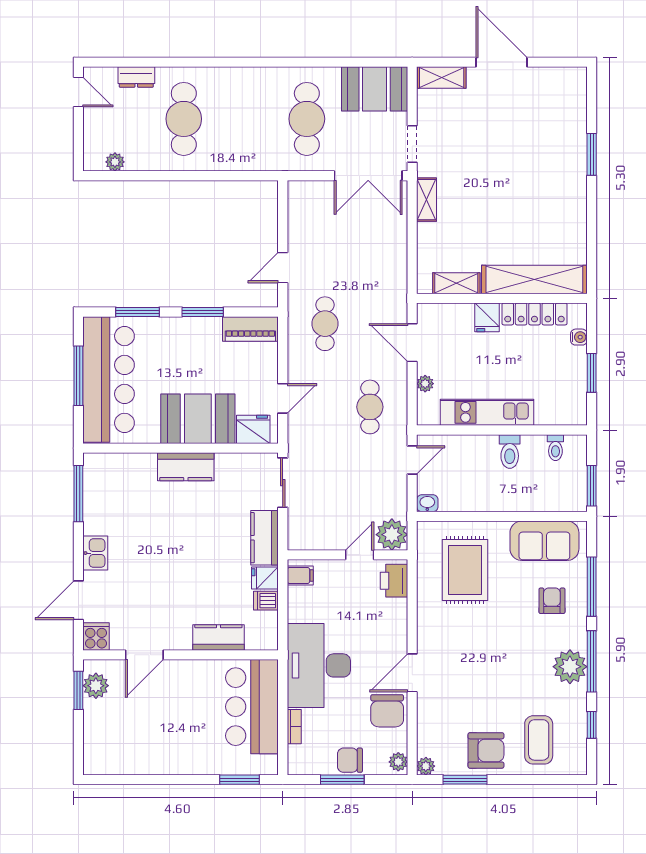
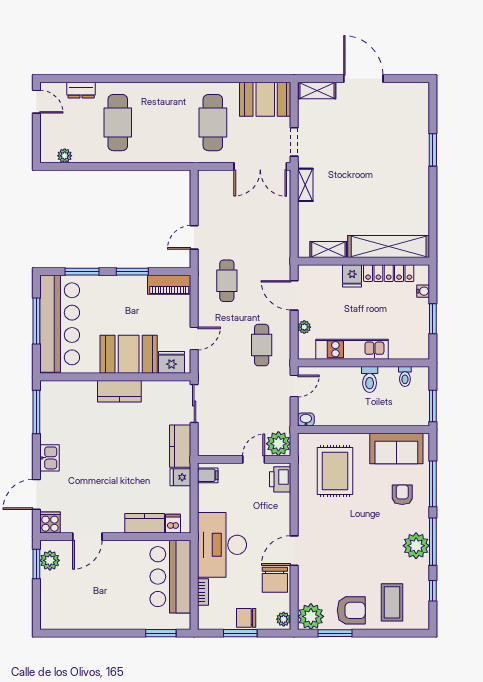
dishwasher: (266, 601) -> (173, 524), moved, turned 90
plant: (426, 766) -> (311, 616), width x1.88, depth x1.88

